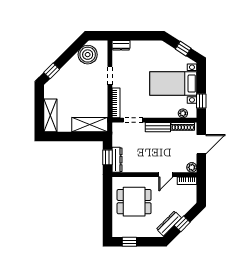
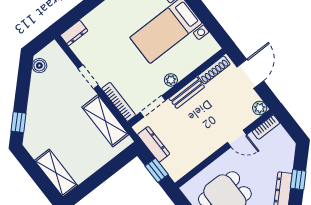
boiler: (88, 55) -> (39, 66), width x0.54, depth x0.54
window: (201, 101) -> (212, 25), removed
plant: (183, 113) -> (171, 80), moved
shelving: (90, 125) -> (105, 121), moved, turned 90
dresser: (117, 160) -> (154, 144), moved
door: (166, 175) -> (237, 139), hinge flipped

